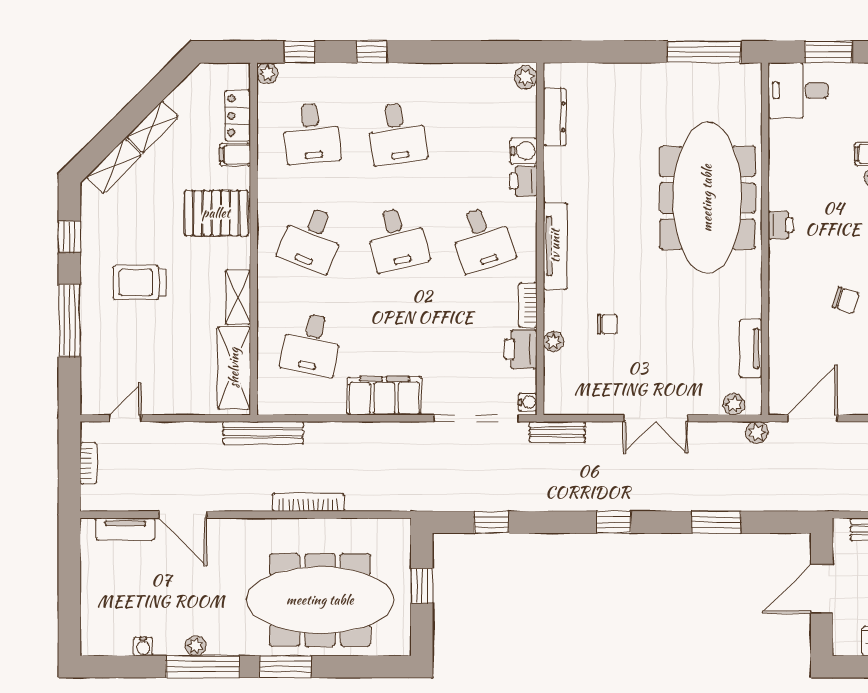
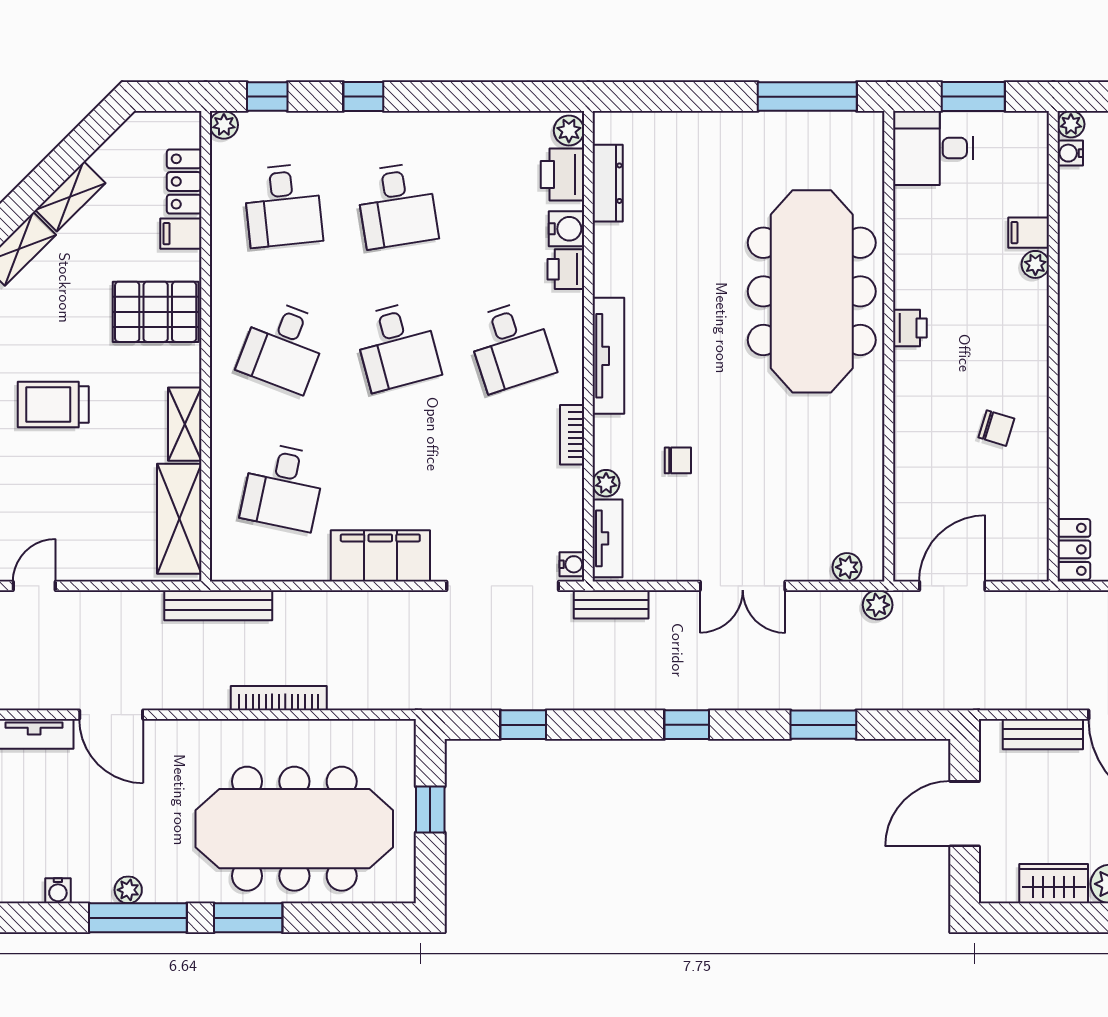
printer: (521, 349) -> (562, 175), moved
tv unit: (751, 349) -> (607, 538), moved, turned 180

